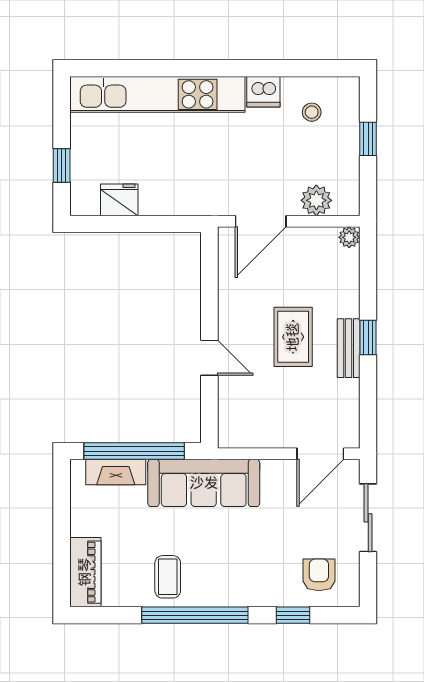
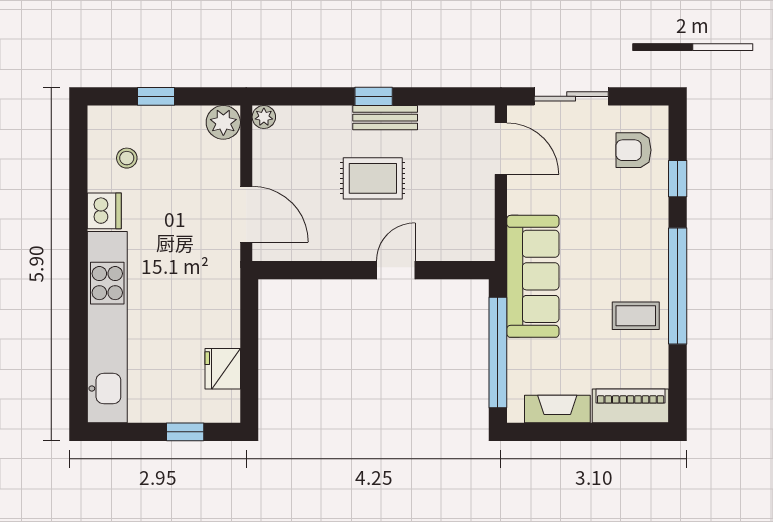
plant: (316, 200) -> (223, 122), moved
fireplace: (116, 472) -> (557, 409), moved, turned -90

